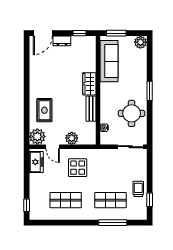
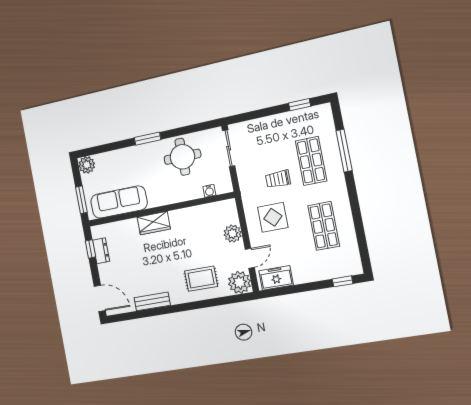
dresser: (62, 41) -> (101, 251), moved
bench: (91, 109) -> (152, 301), moved
trolley: (138, 189) -> (278, 179), moved

